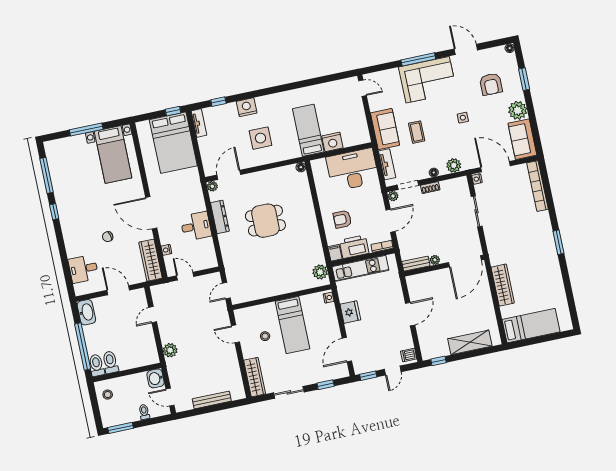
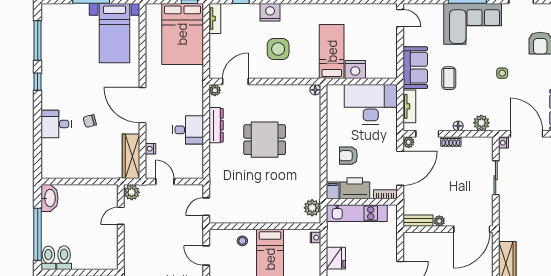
door: (390, 221) -> (400, 168), width x1.36
desk: (83, 269) -> (56, 124), moved
door: (118, 290) -> (89, 181), removed
stool: (265, 336) -> (242, 241), moved
plant: (170, 350) -> (132, 192), moved

